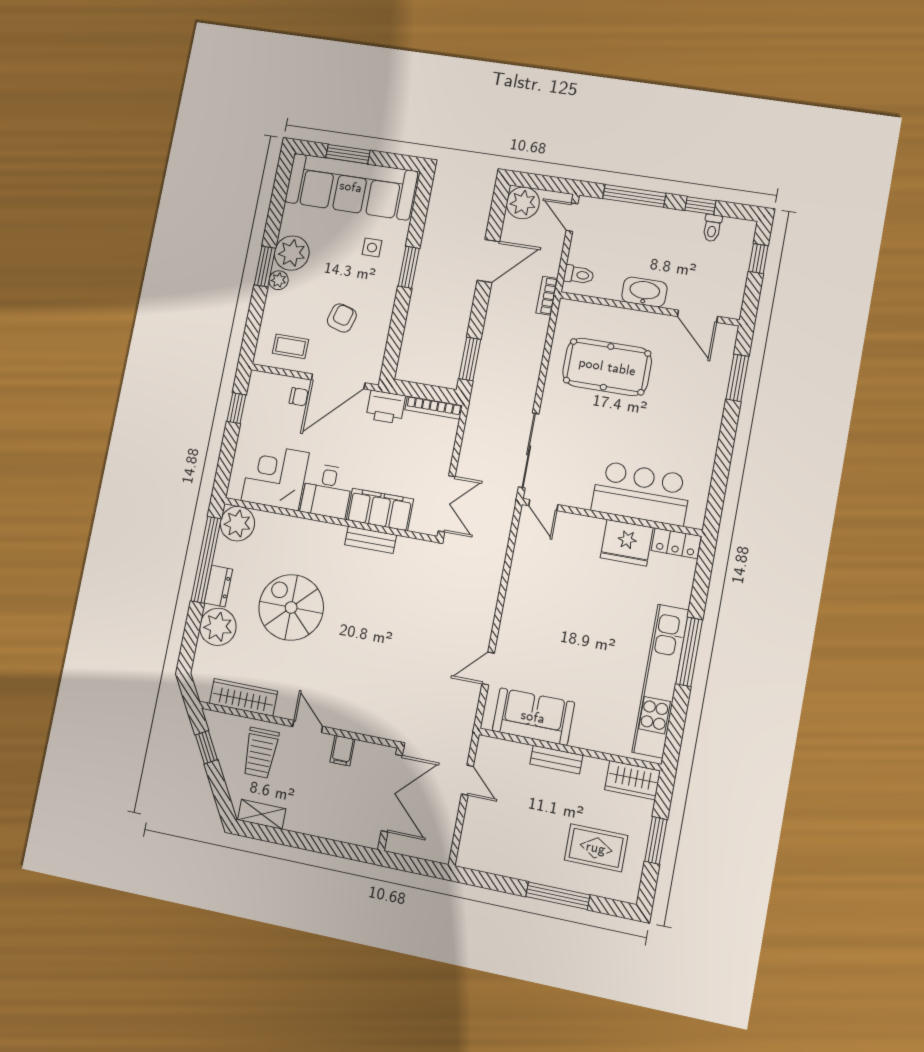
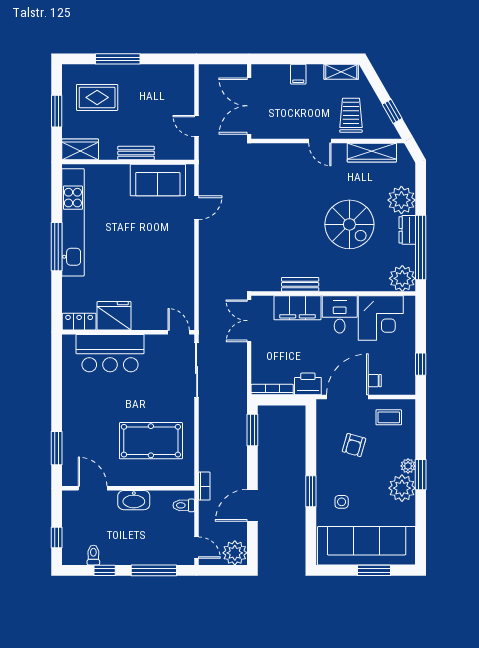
filing cabinet: (342, 751) -> (298, 74), moved, turned 180

